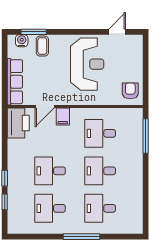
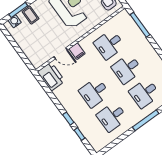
row of seats: (15, 82) -> (30, 51), removed
door: (45, 107) -> (61, 53), hinge flipped

